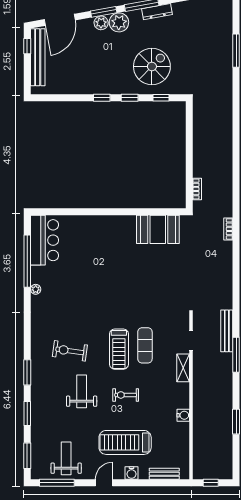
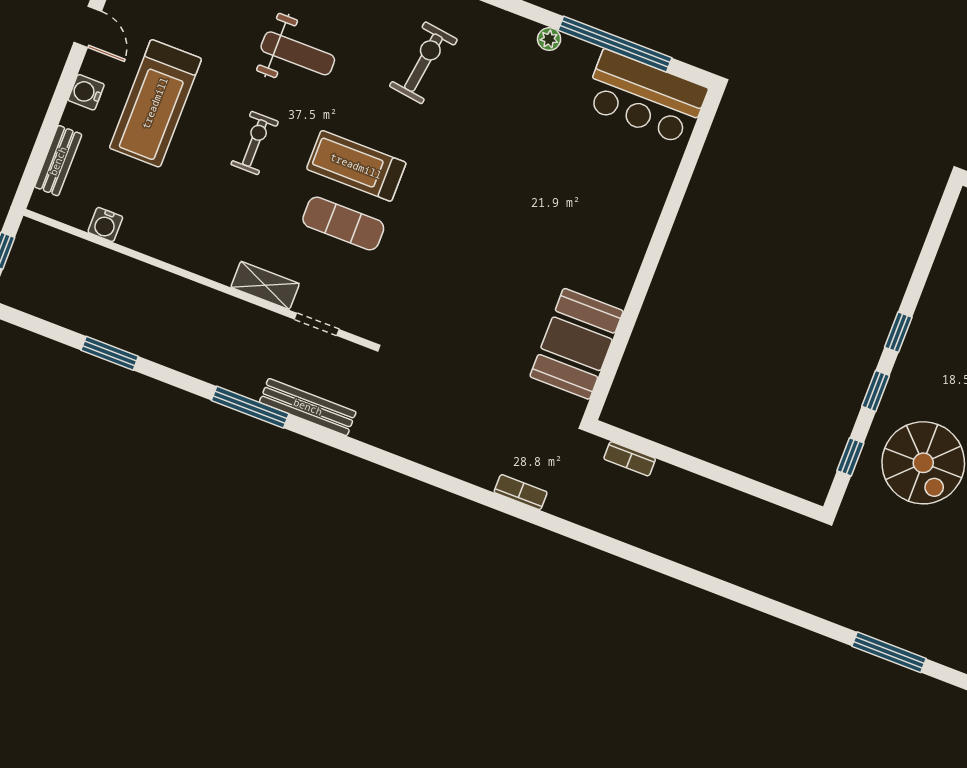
exercise bike: (70, 351) -> (423, 63), moved
water cooler: (183, 415) -> (105, 224), moved
treadmill: (125, 442) -> (155, 103), turned 180

